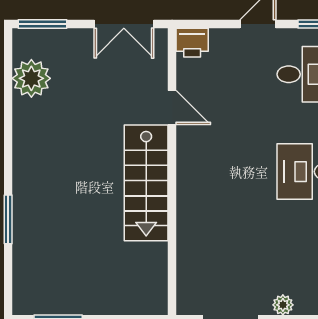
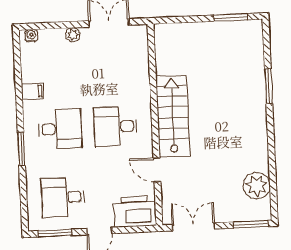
printer: (192, 43) -> (135, 211), width x1.87, depth x1.48
desk: (228, 172) -> (116, 126), added

